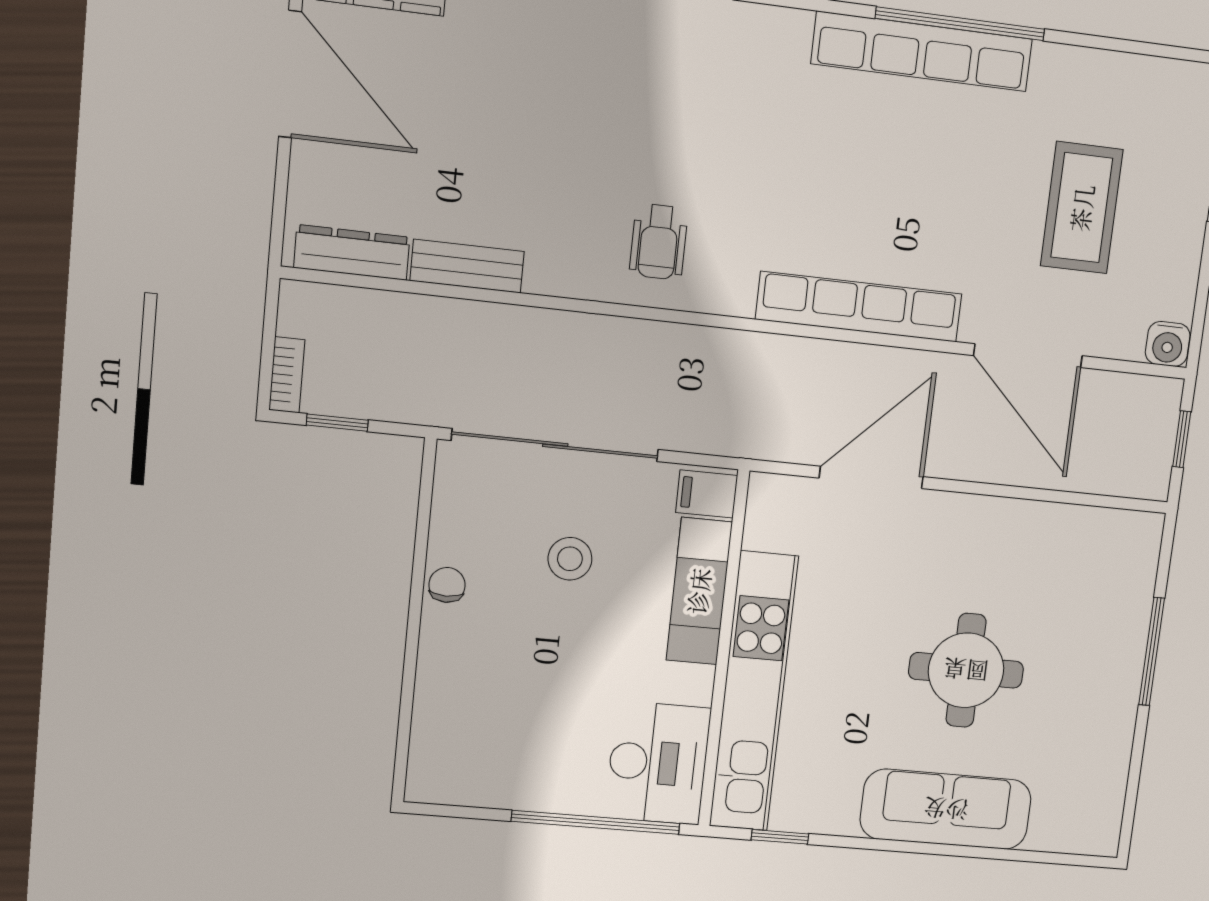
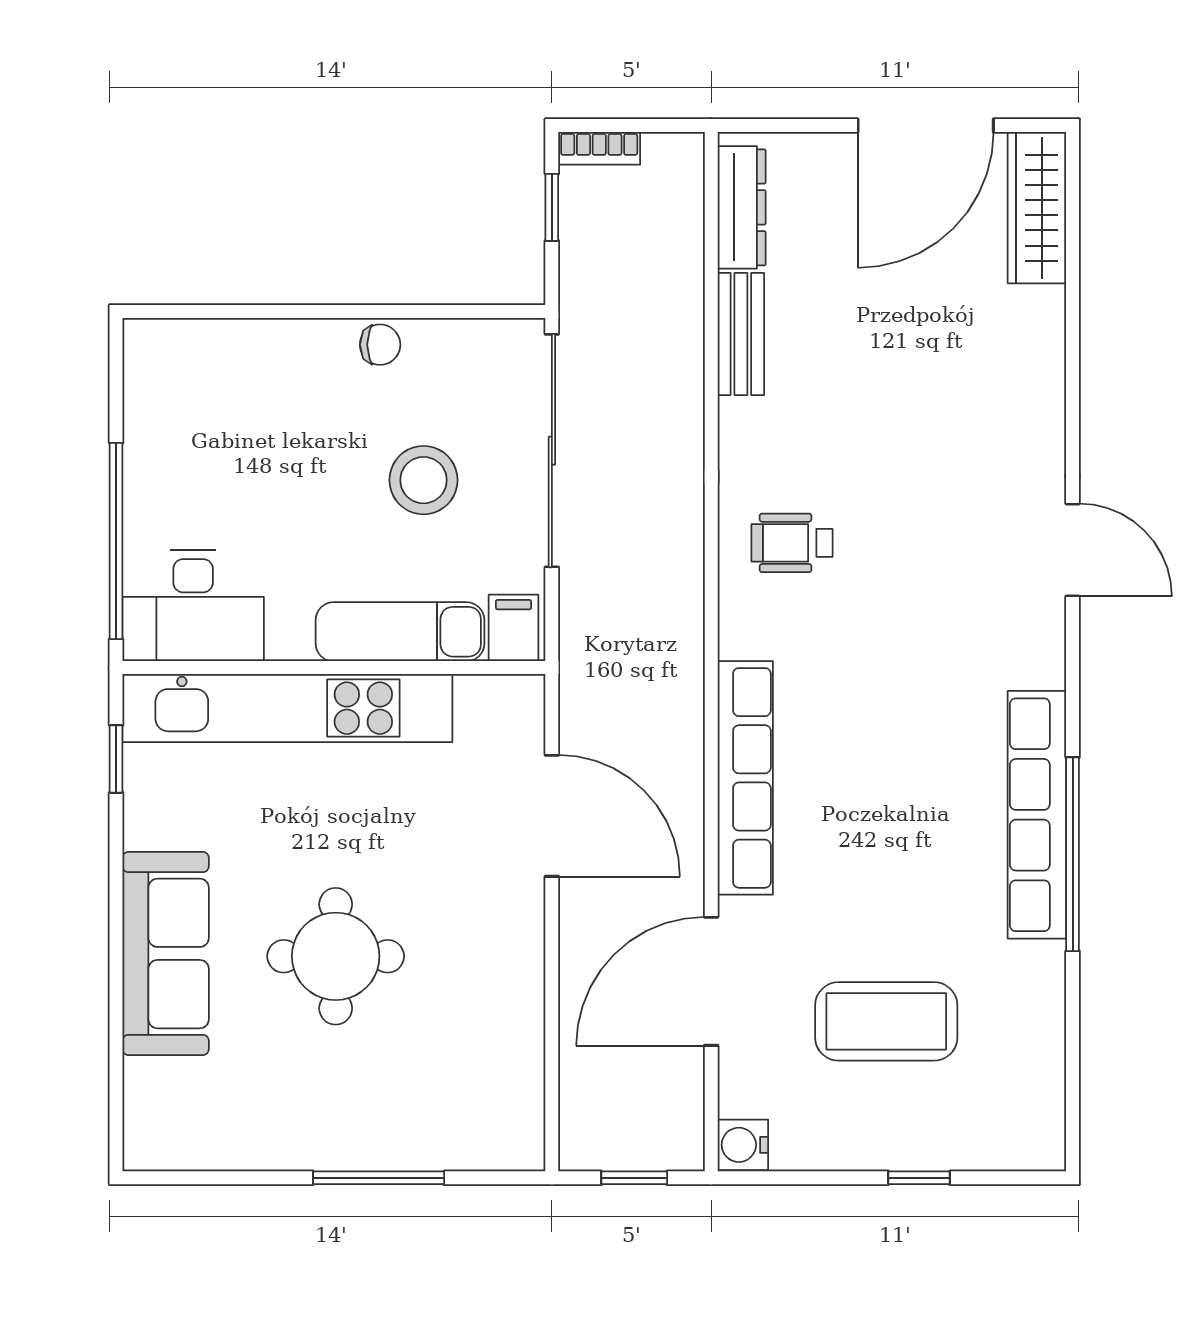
stool: (570, 559) -> (423, 480), width x1.38, depth x1.38

